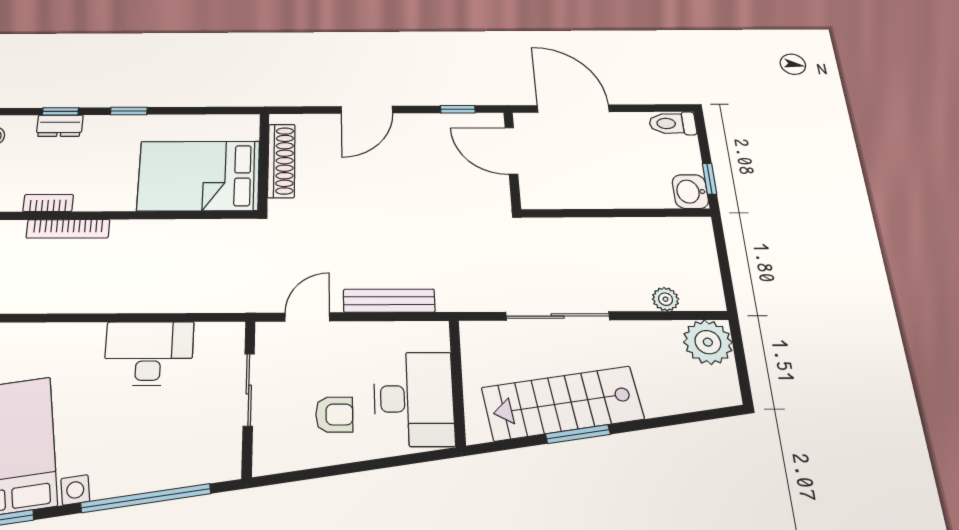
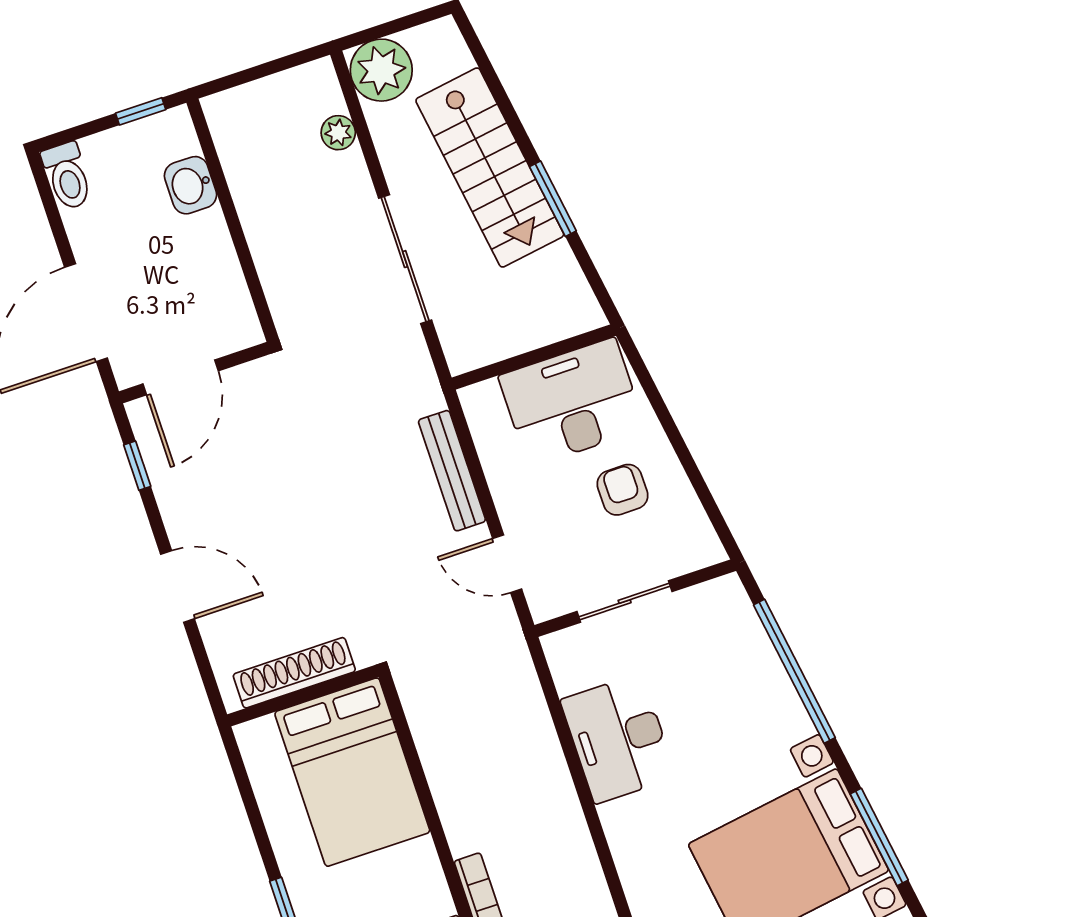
washbasin: (690, 192) -> (191, 185), moved, turned 90
stairs: (562, 403) -> (490, 168), moved

